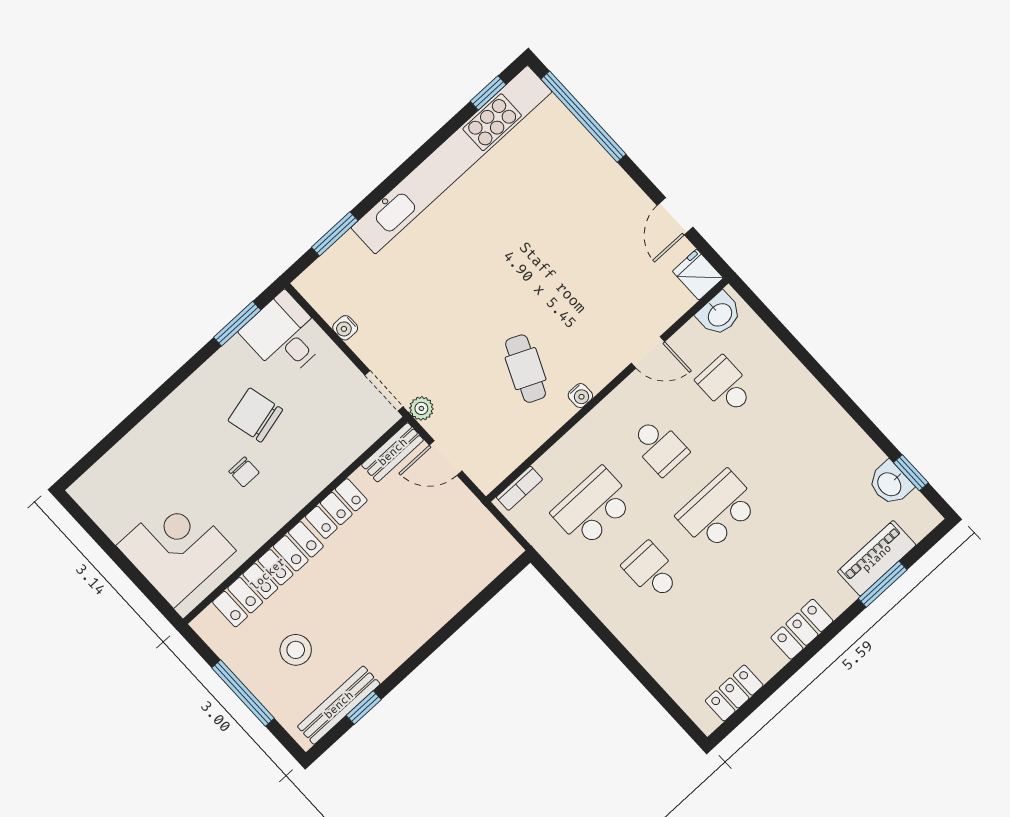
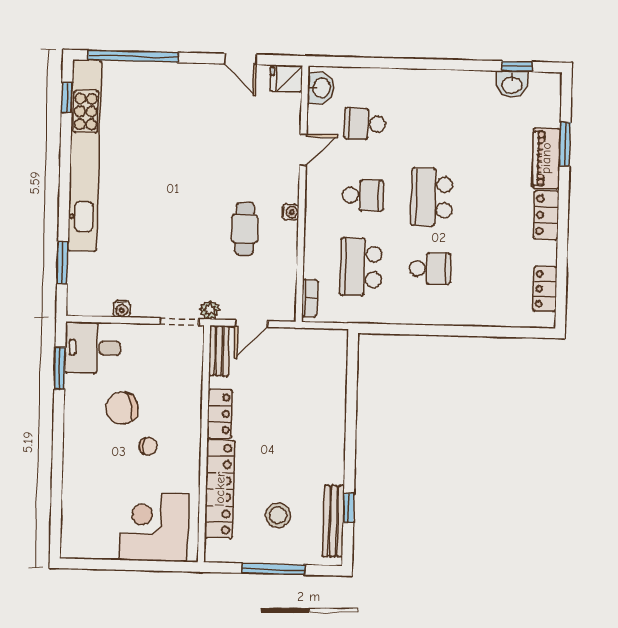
cafe table: (526, 369) -> (245, 229), turned 66
piano: (877, 558) -> (546, 158), moved
school desk: (652, 571) -> (430, 269), turned 180

